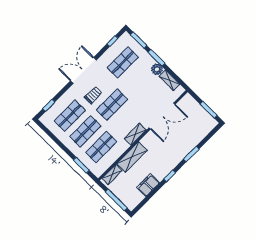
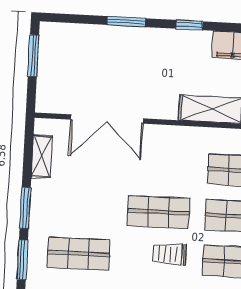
plant: (157, 69) -> (42, 191), removed
double door: (162, 116) -> (107, 119), swing flipped
shelving: (135, 134) -> (172, 135), removed

